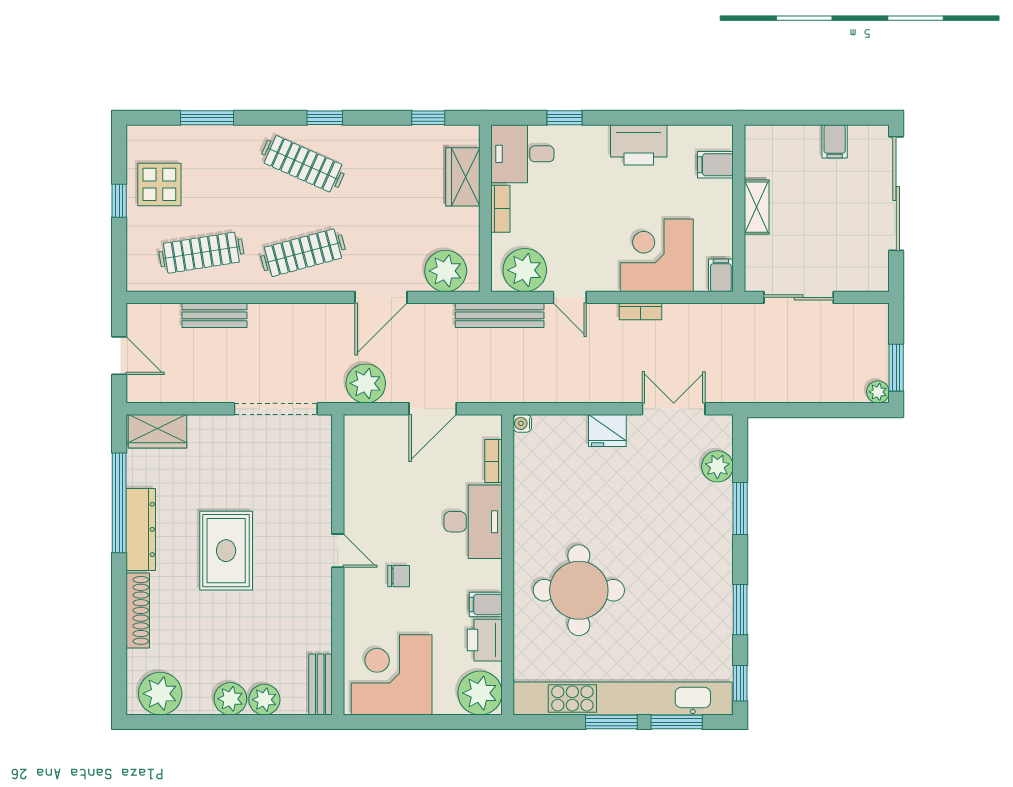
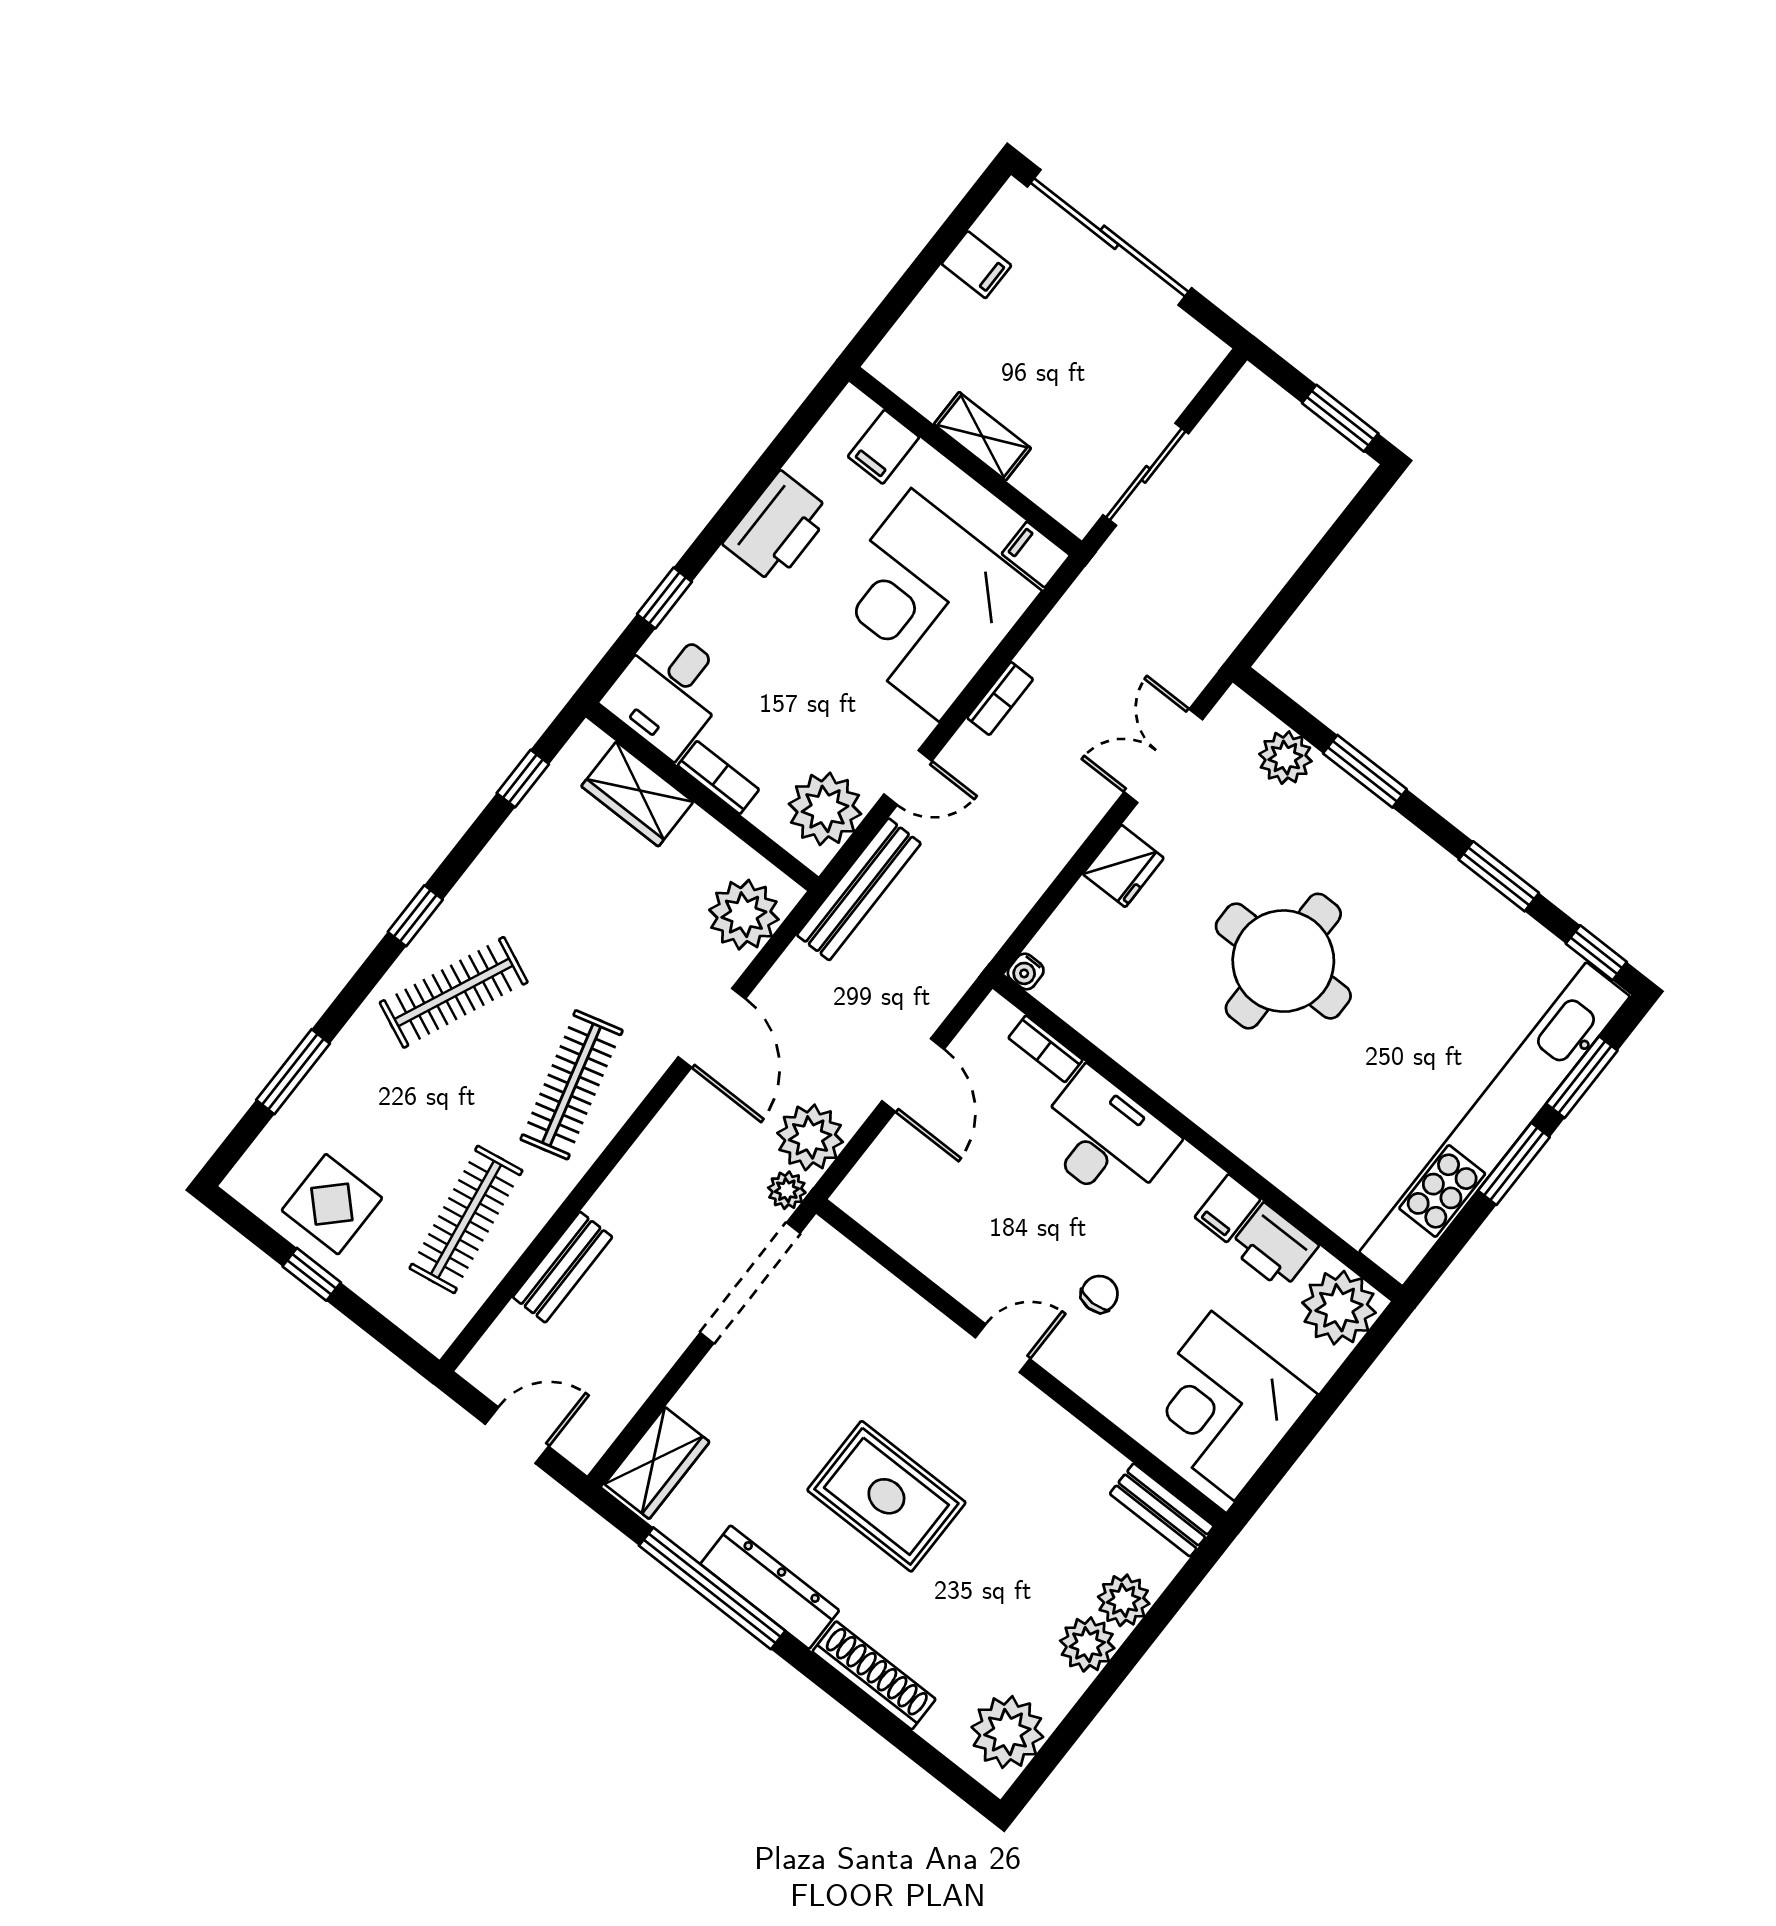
corner desk: (657, 255) -> (925, 605), width x1.36, depth x1.36
plant: (878, 392) -> (787, 1190), moved
round table: (579, 590) -> (1283, 961), moved

